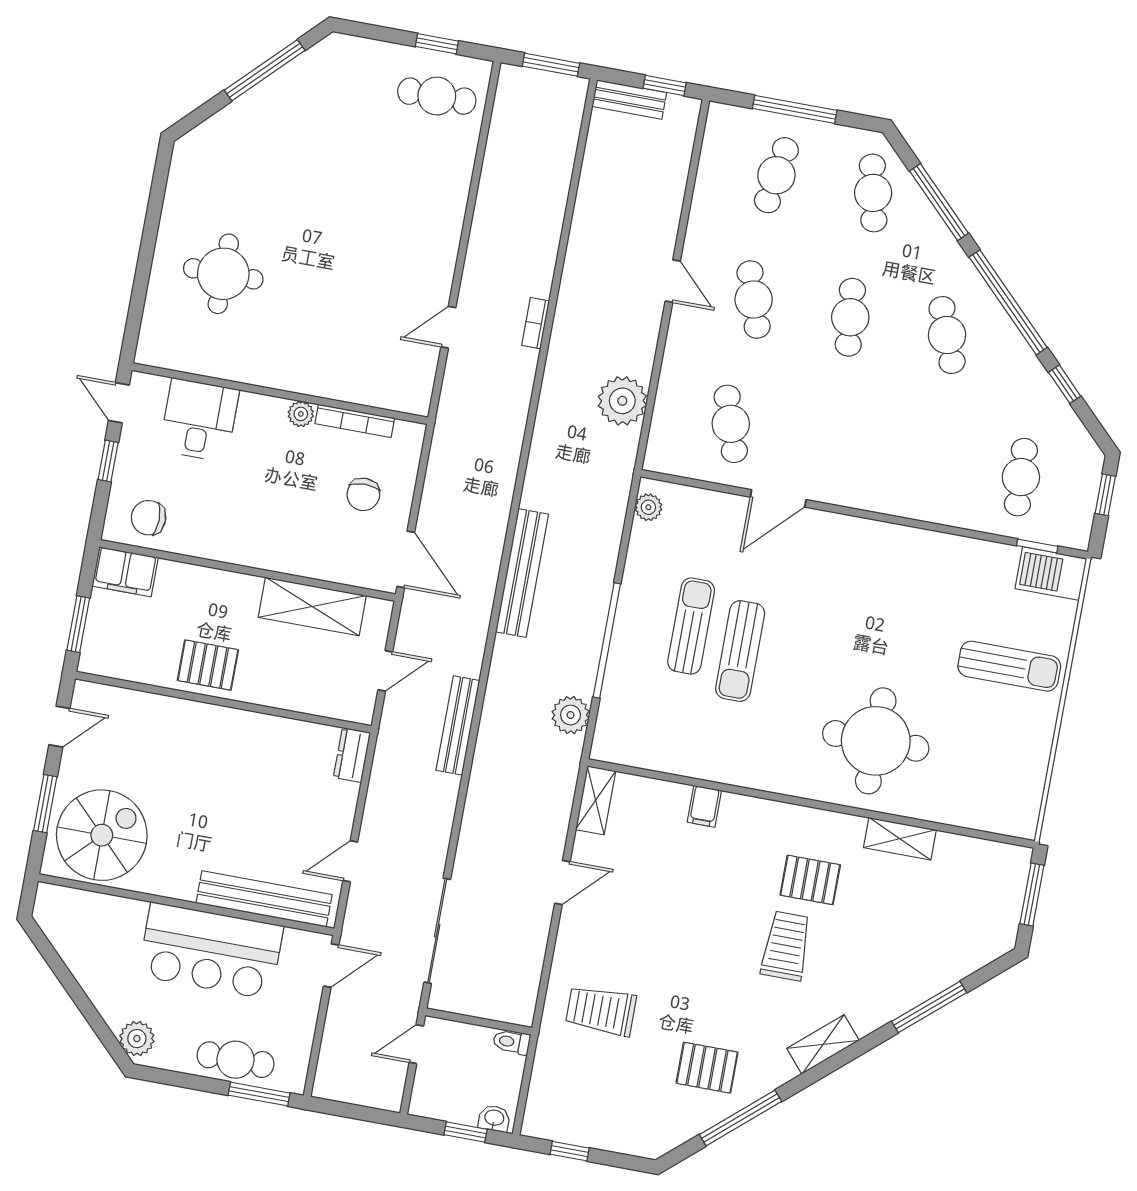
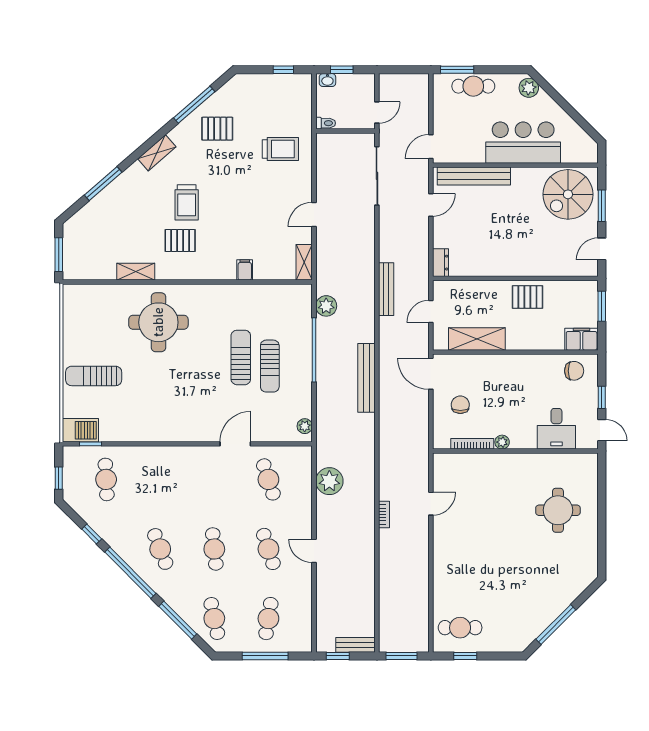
bar counter: (211, 951) -> (523, 143), moved

